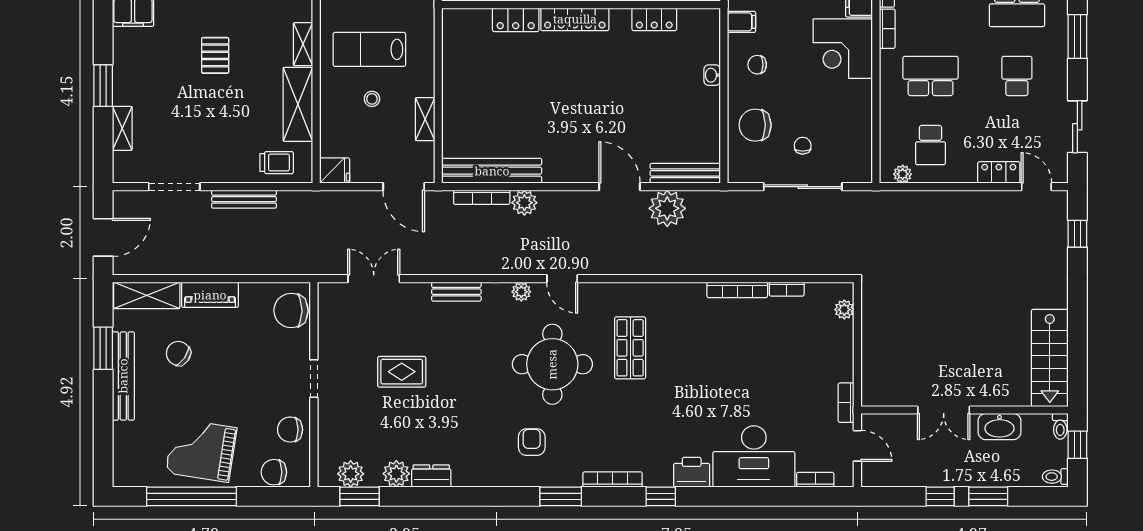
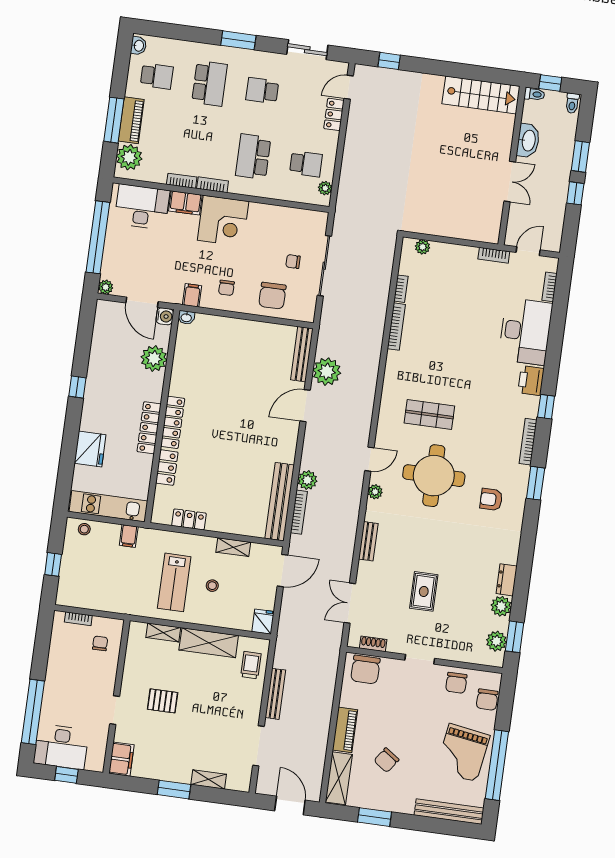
locker: (654, 19) -> (189, 519), moved, turned -90
washbasin: (712, 75) -> (186, 317), moved
shoe rack: (325, 316) -> (373, 644), added
bench: (123, 376) -> (449, 812), moved

